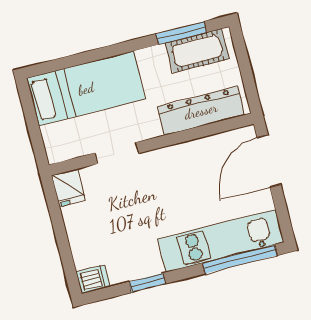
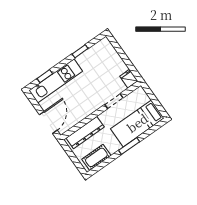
window: (181, 33) -> (129, 146), moved
window: (240, 259) -> (45, 76), width x0.46
dishwasher: (93, 279) -> (104, 44), removed

